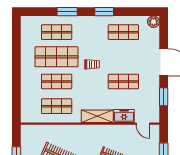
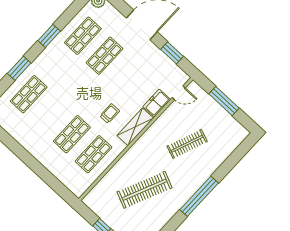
shop shelf: (57, 57) -> (50, 114), removed
trolley: (92, 64) -> (110, 113), moved
shop shelf: (123, 82) -> (104, 56), moved

